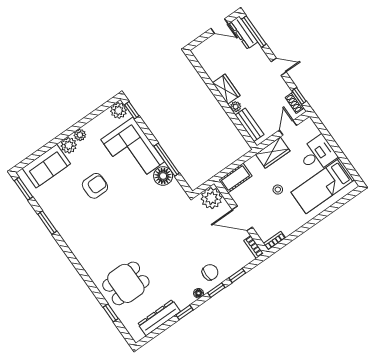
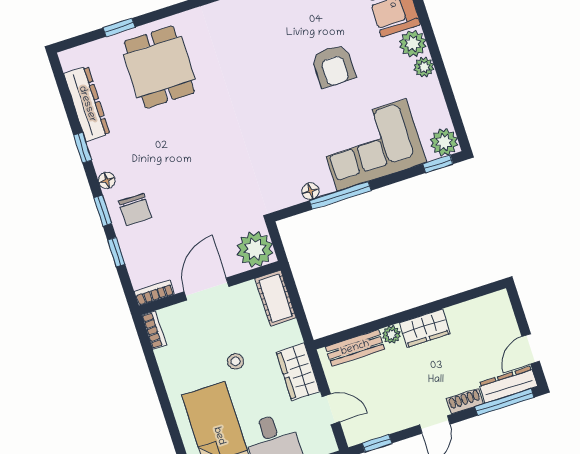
shoe rack: (295, 103) -> (465, 401), moved
floor lamp: (163, 176) -> (310, 191), width x0.53, depth x0.53

